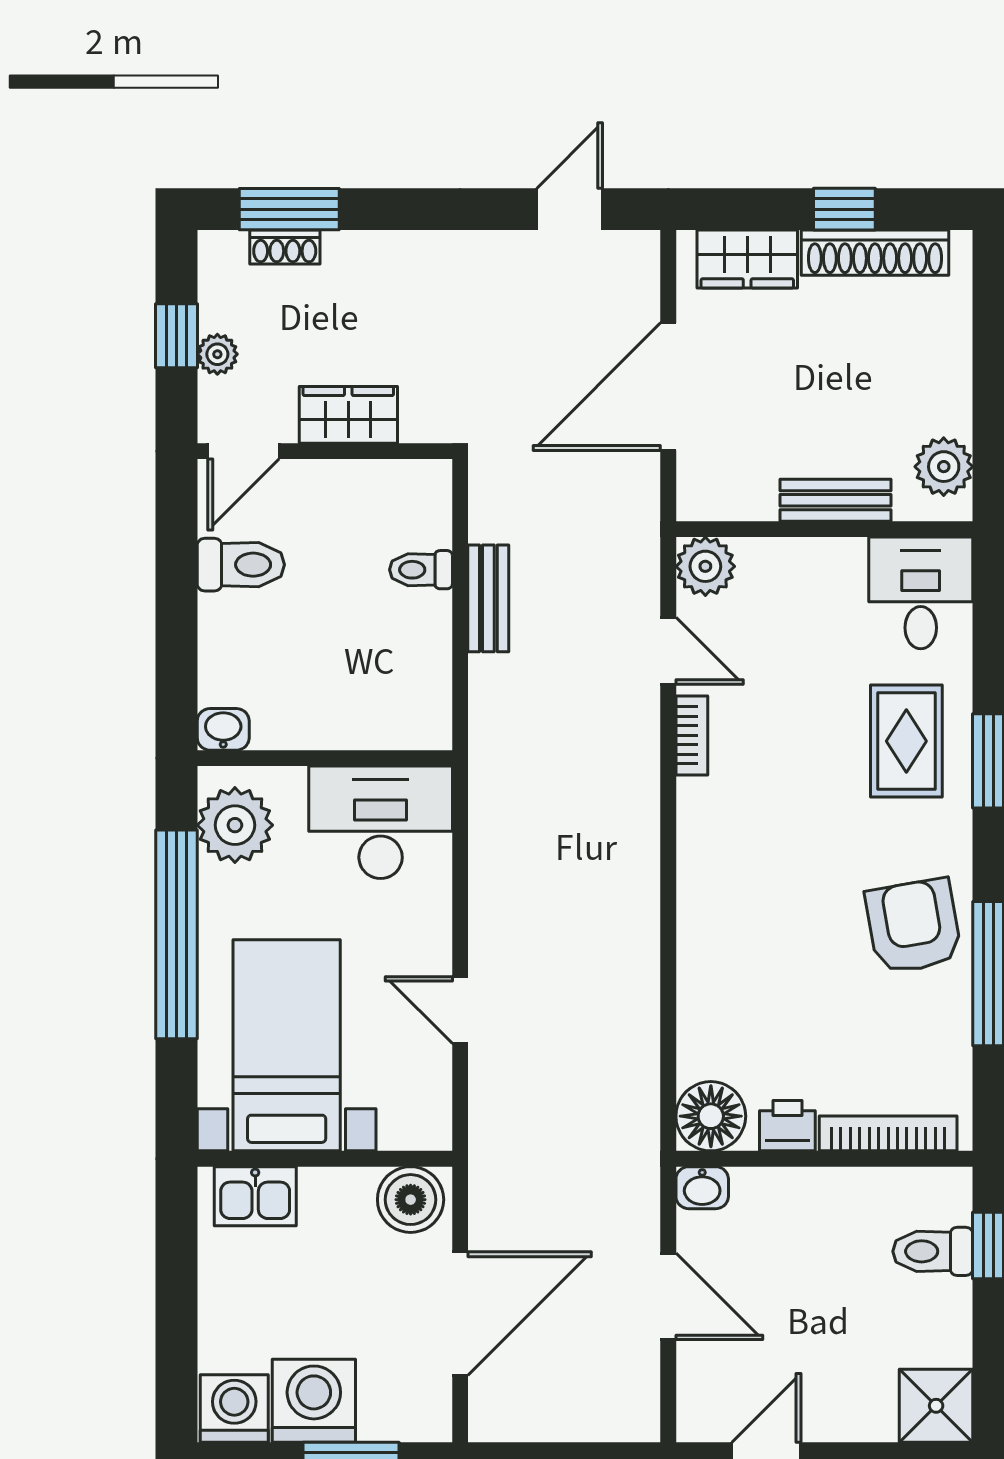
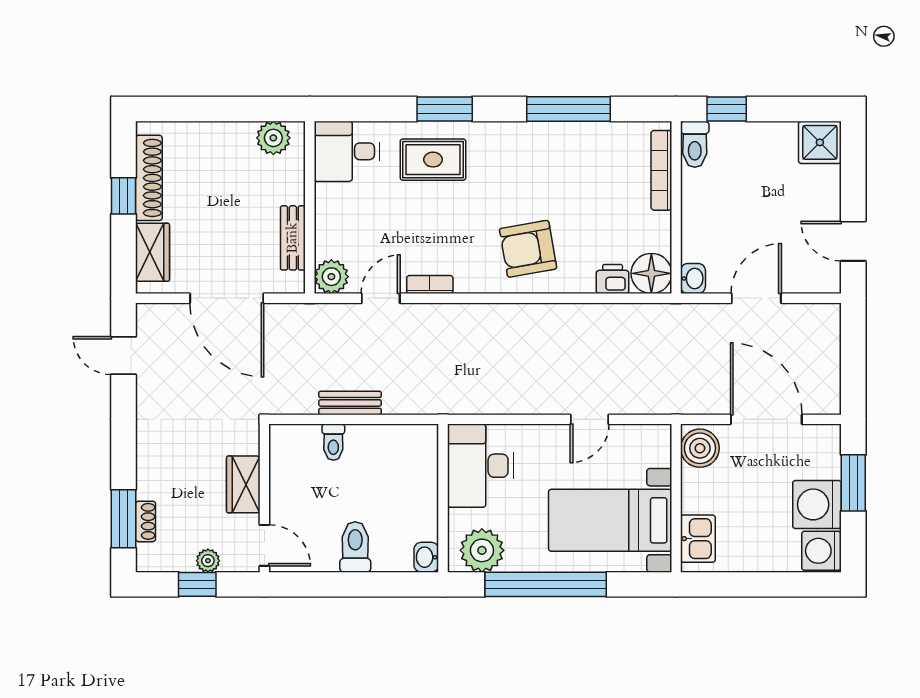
bench: (836, 500) -> (293, 238), moved
toilet: (241, 565) -> (355, 547), moved
armchair: (913, 926) -> (528, 249), moved
printer: (787, 1126) -> (613, 279), moved, turned 90
toilet: (933, 1251) -> (695, 144), moved

